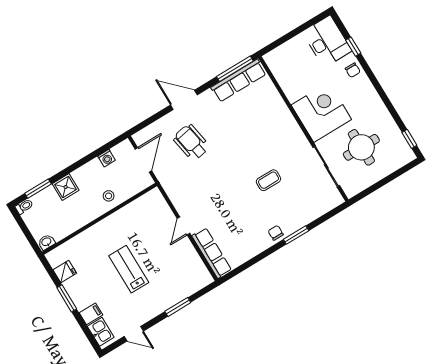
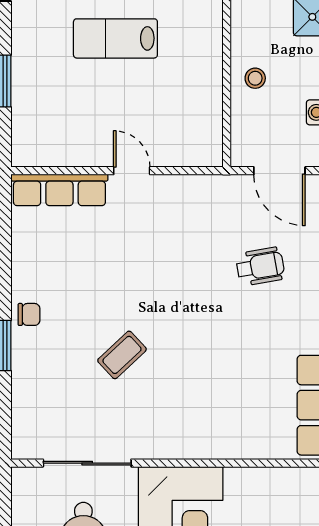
wheelchair: (191, 142) -> (260, 266), width x0.73, depth x0.73
coffee table: (268, 180) -> (122, 355), turned 47
lab bench: (129, 269) -> (115, 38), turned 180

